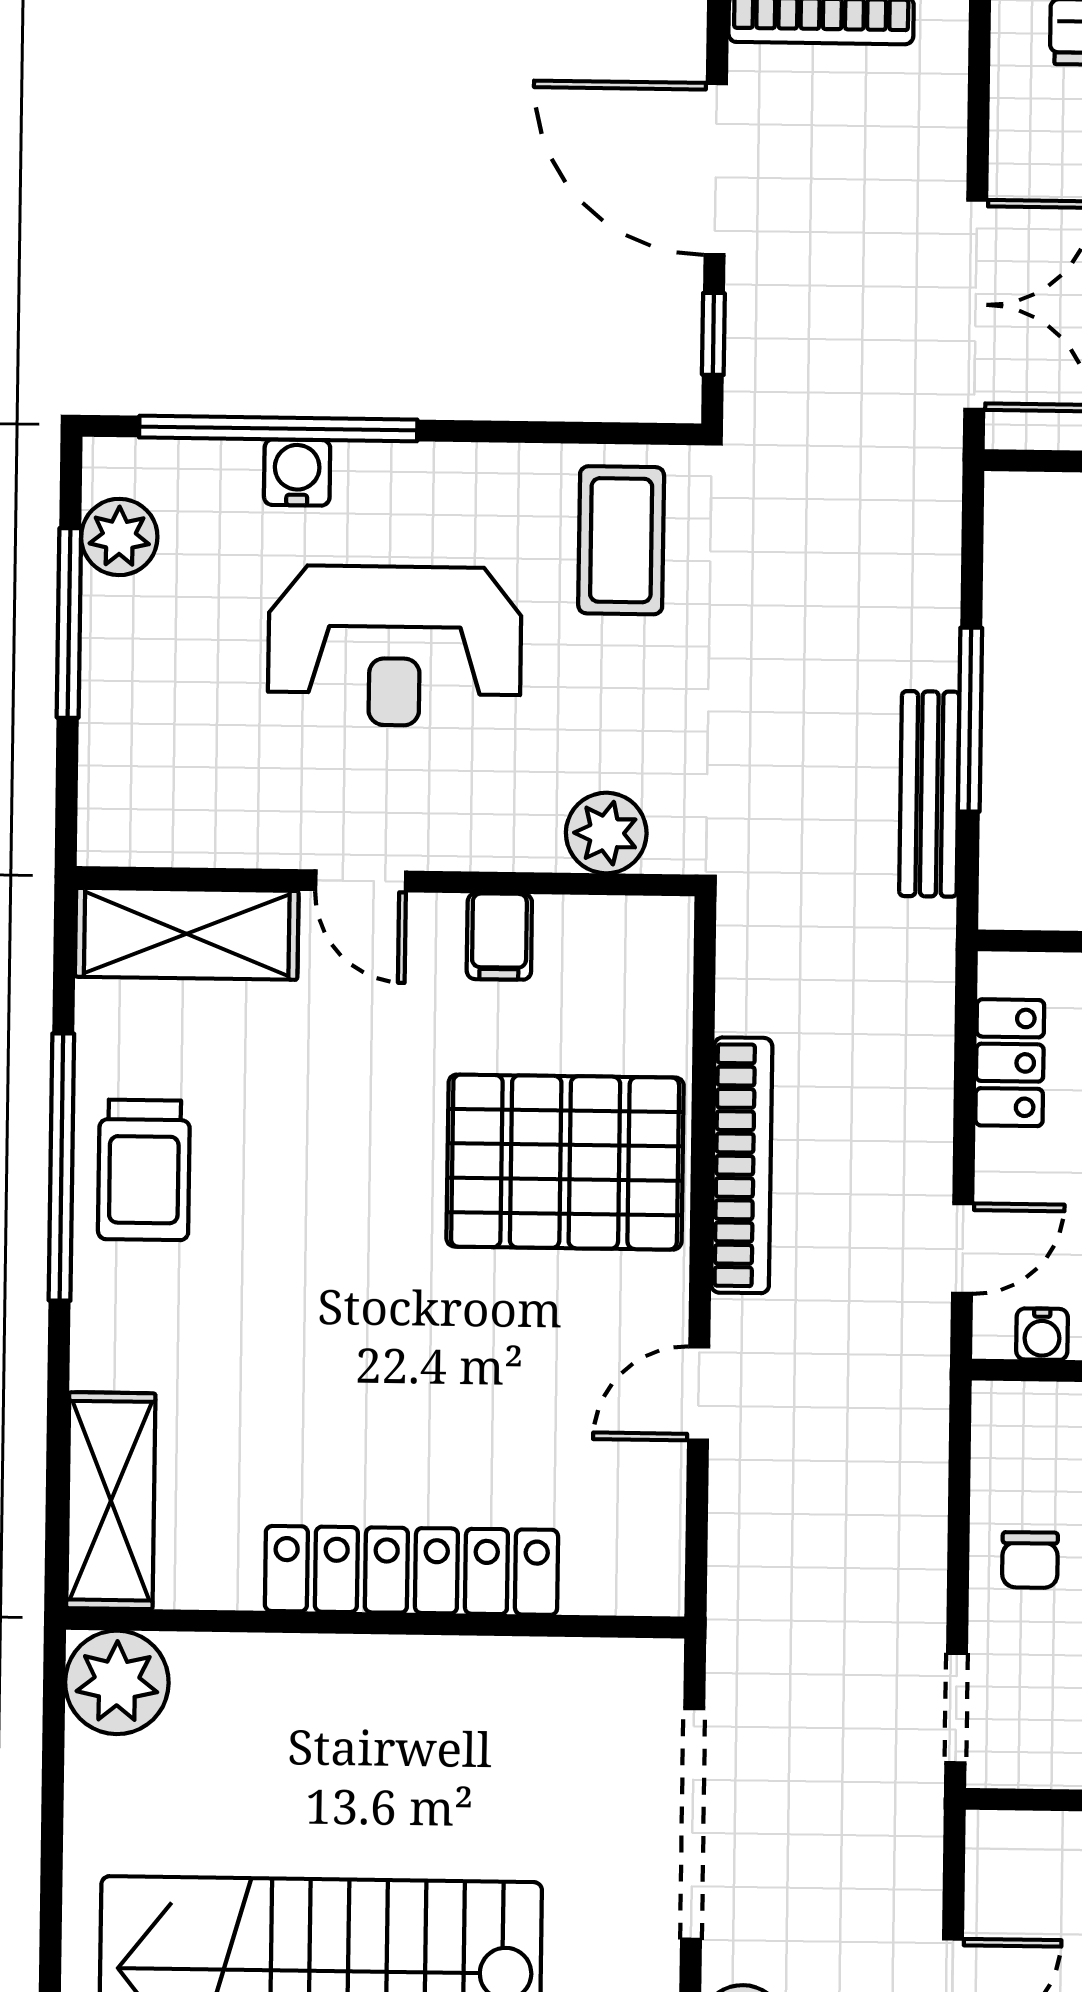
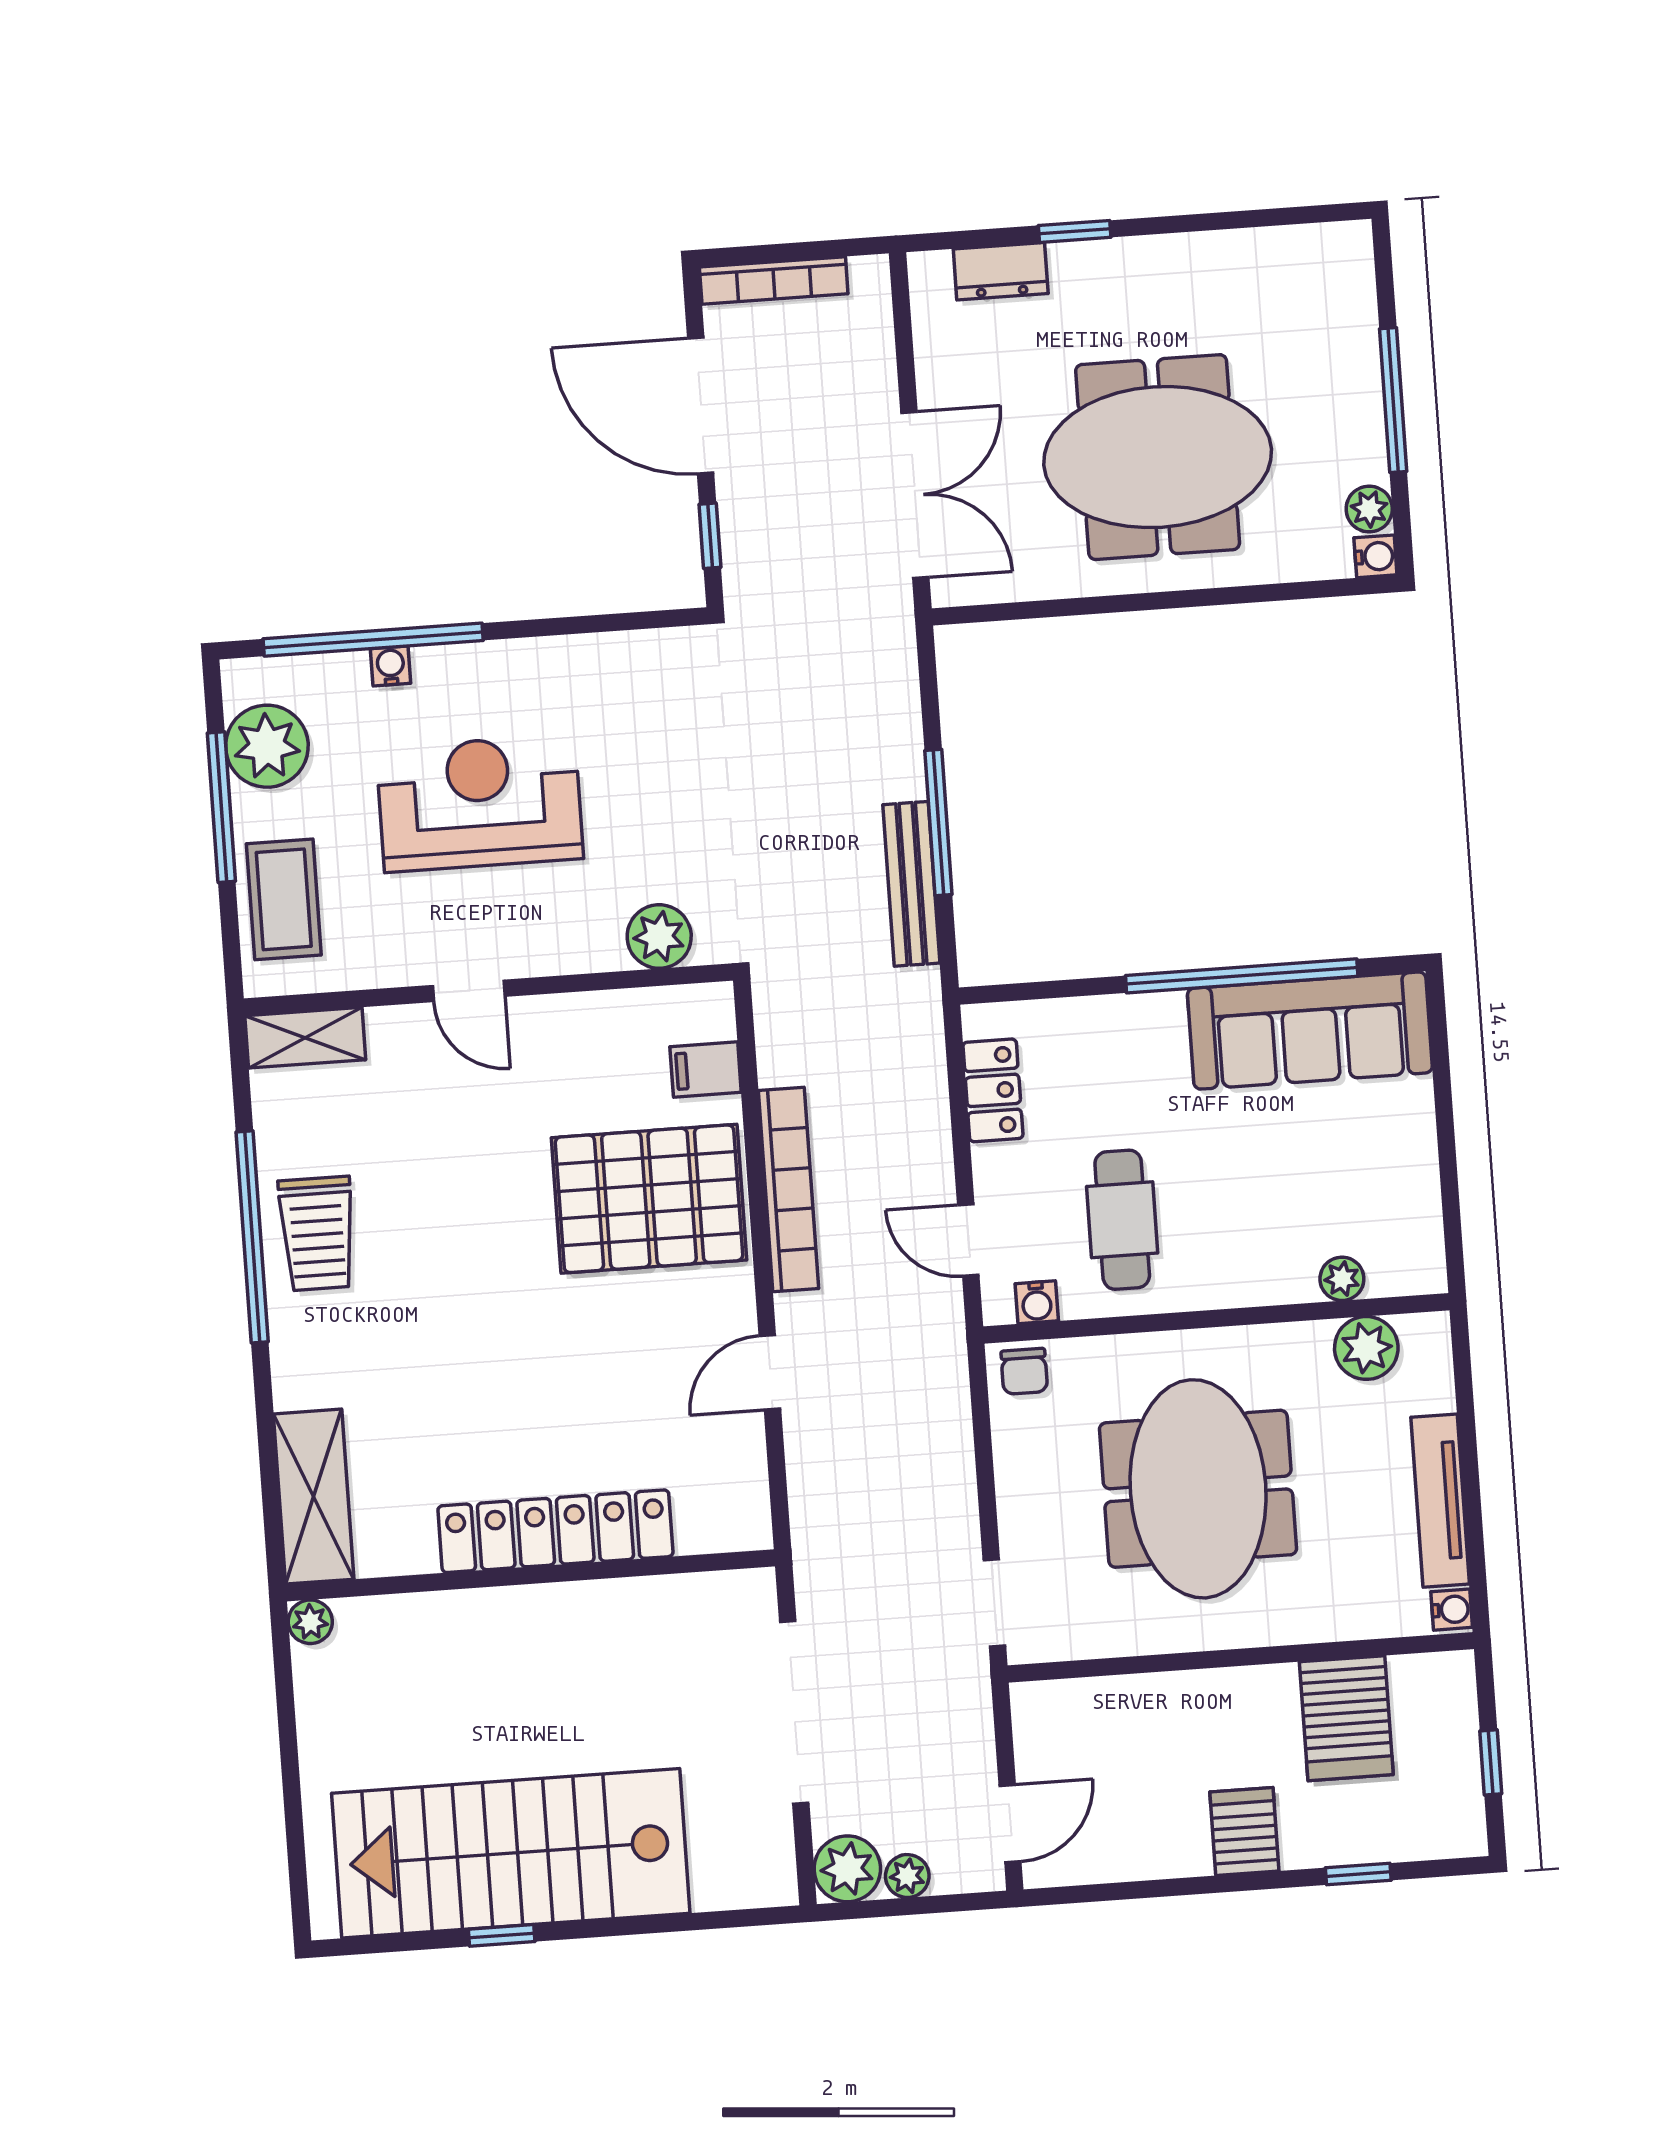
water cooler: (297, 472) -> (390, 666), width x0.72, depth x0.72
plant: (119, 537) -> (267, 746), width x1.36, depth x1.36
coffee table: (621, 540) -> (284, 899), moved
reception desk: (395, 646) -> (480, 803), turned 180
shelving: (187, 934) -> (305, 1038), width x0.67, depth x0.75
filing cabinet: (499, 937) -> (706, 1070), moved, turned 90
door: (963, 1249) -> (968, 1240), swing flipped
chair: (1030, 1560) -> (1024, 1371), moved
plant: (117, 1682) -> (310, 1622), width x0.53, depth x0.53

